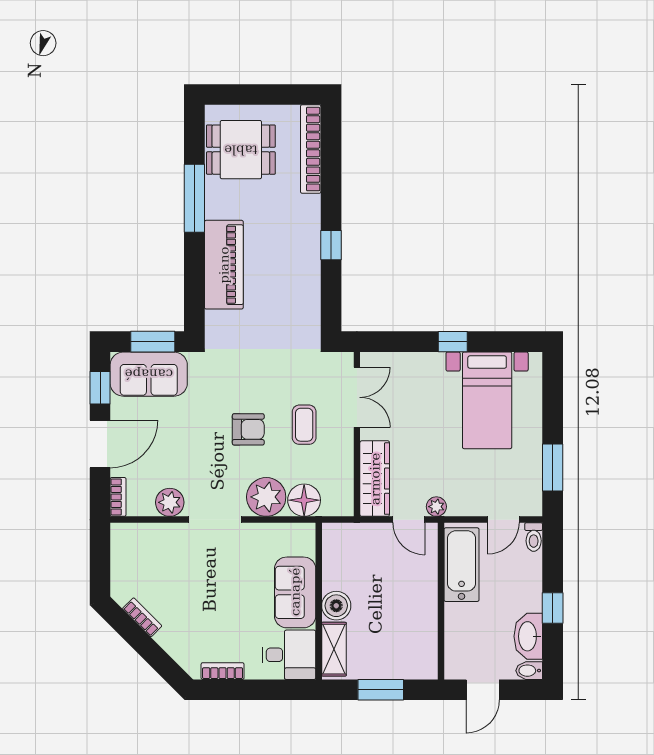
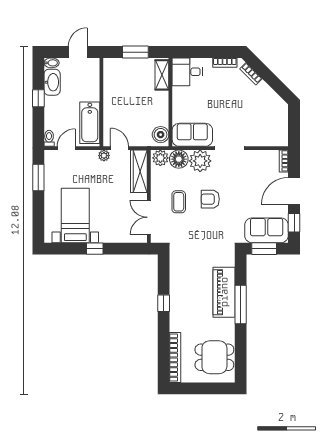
window: (194, 198) -> (241, 304), moved
plant: (170, 502) -> (160, 158), moved
sofa: (295, 592) -> (192, 135), moved, turned -90
boiler: (336, 606) -> (161, 135), moved
bookcase: (142, 617) -> (251, 74), moved

